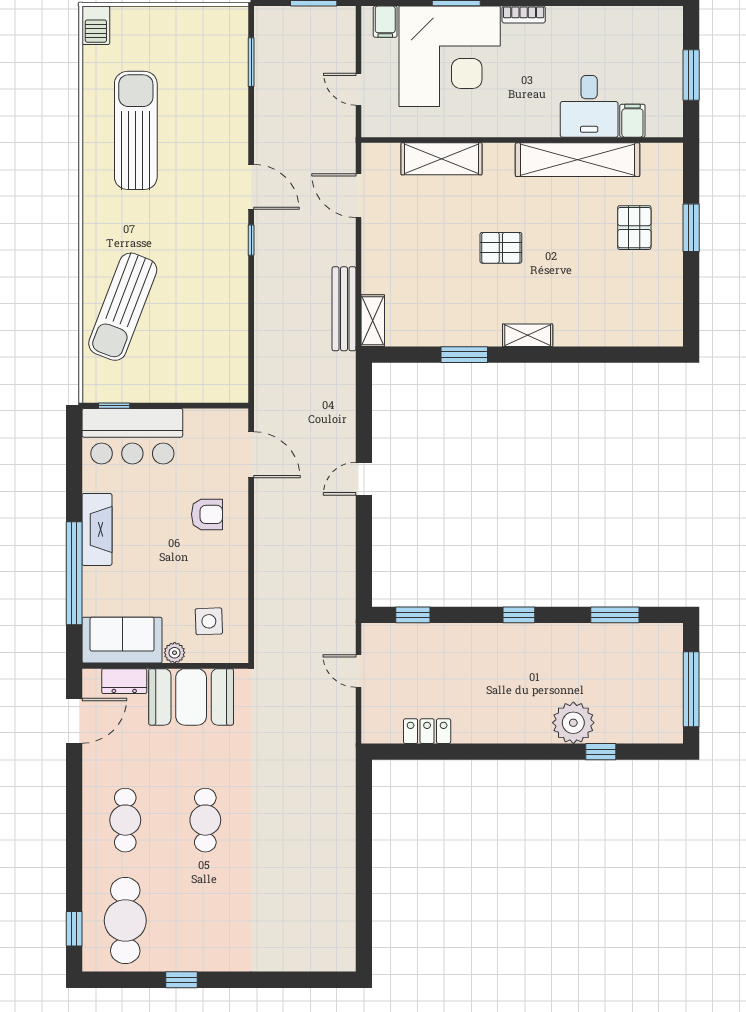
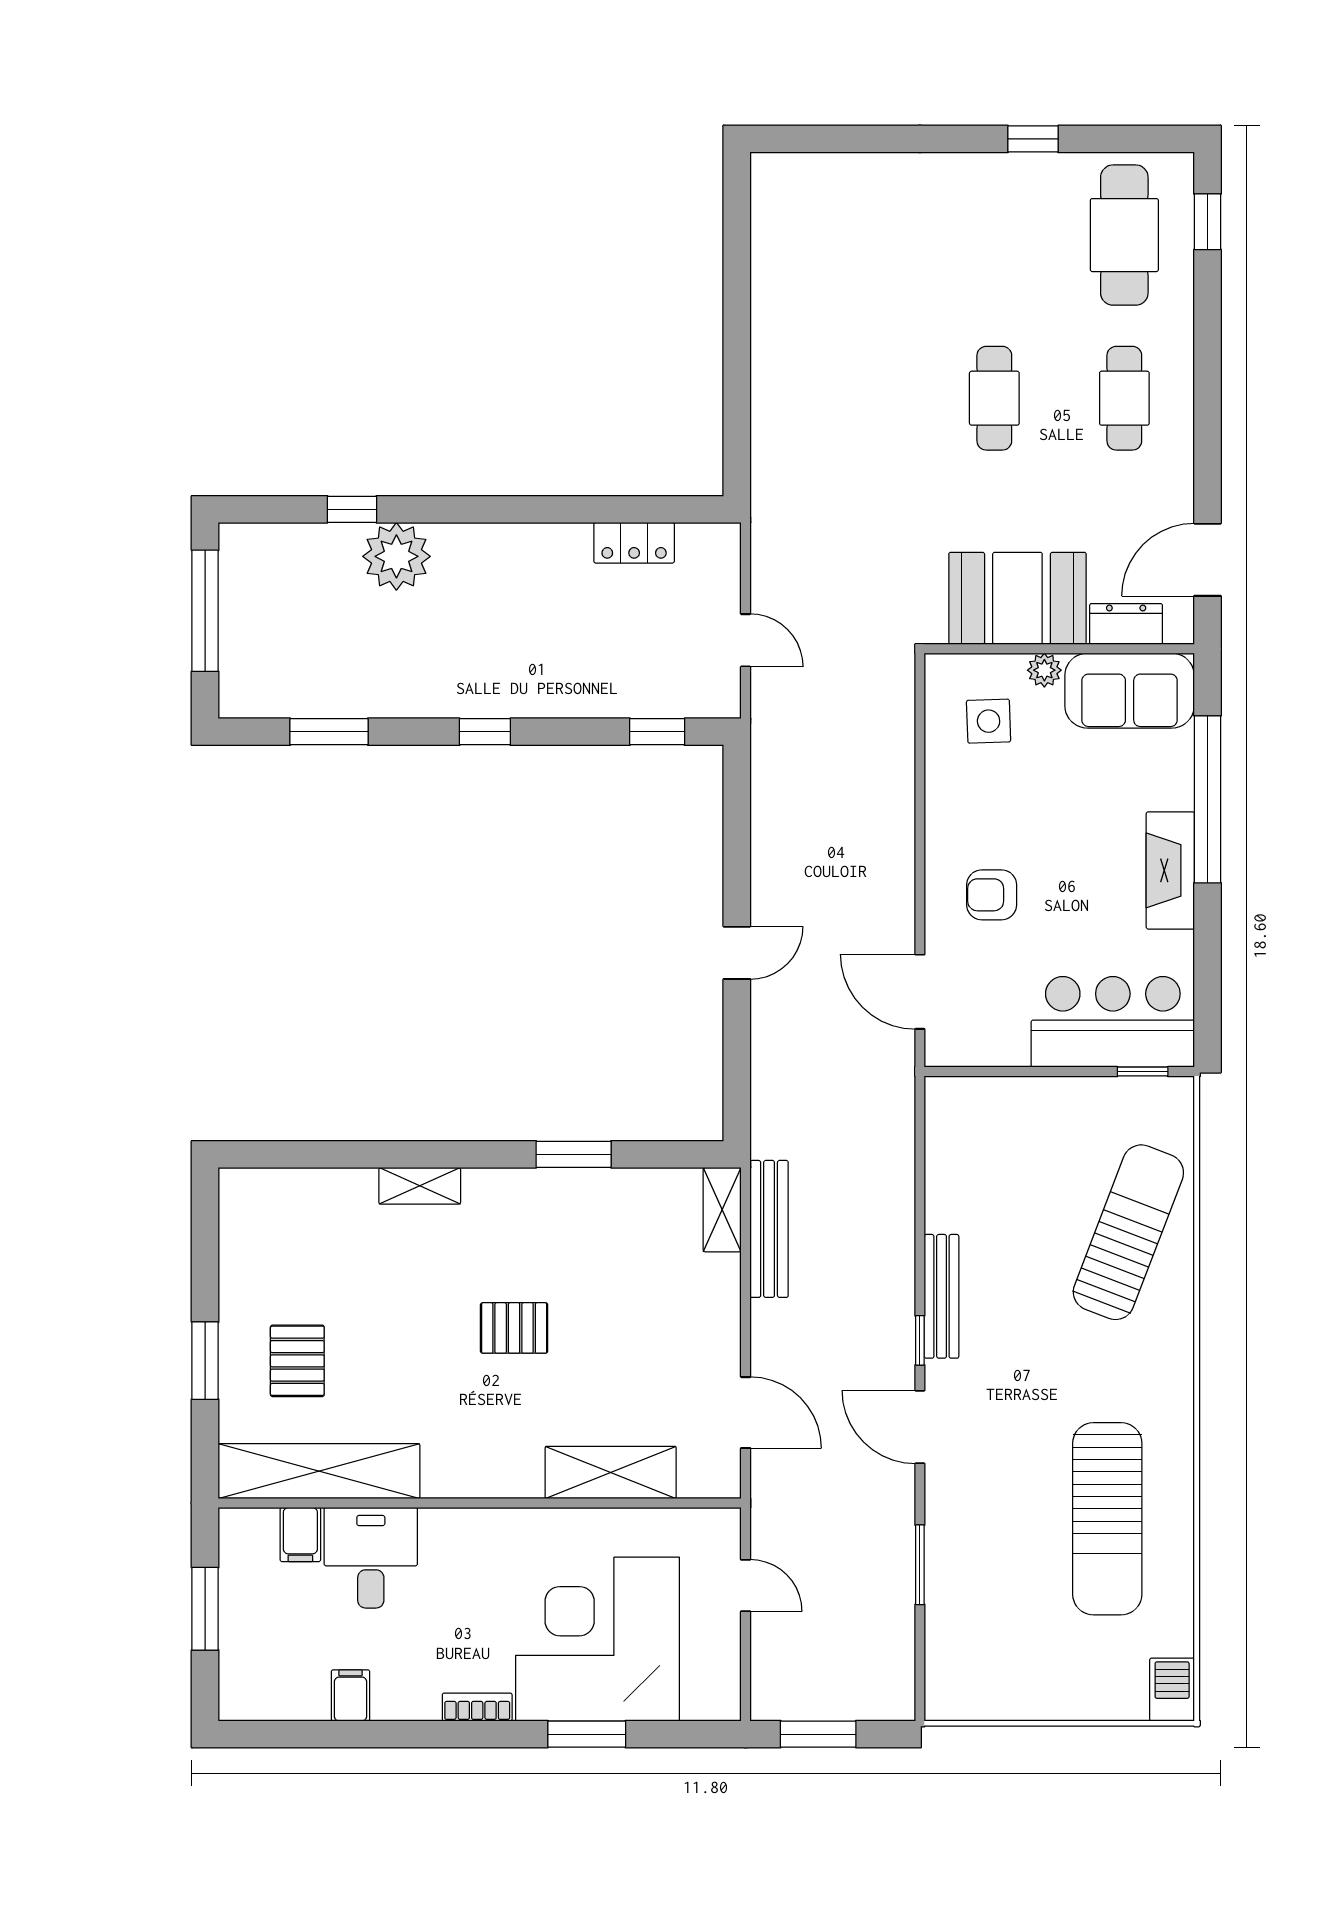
filing cabinet: (385, 22) -> (350, 1695), moved
window: (251, 62) -> (920, 1565), moved
shelving: (578, 160) -> (319, 1471), moved
bench: (238, 267) -> (942, 1296), added
shelving: (528, 335) -> (420, 1186), moved

